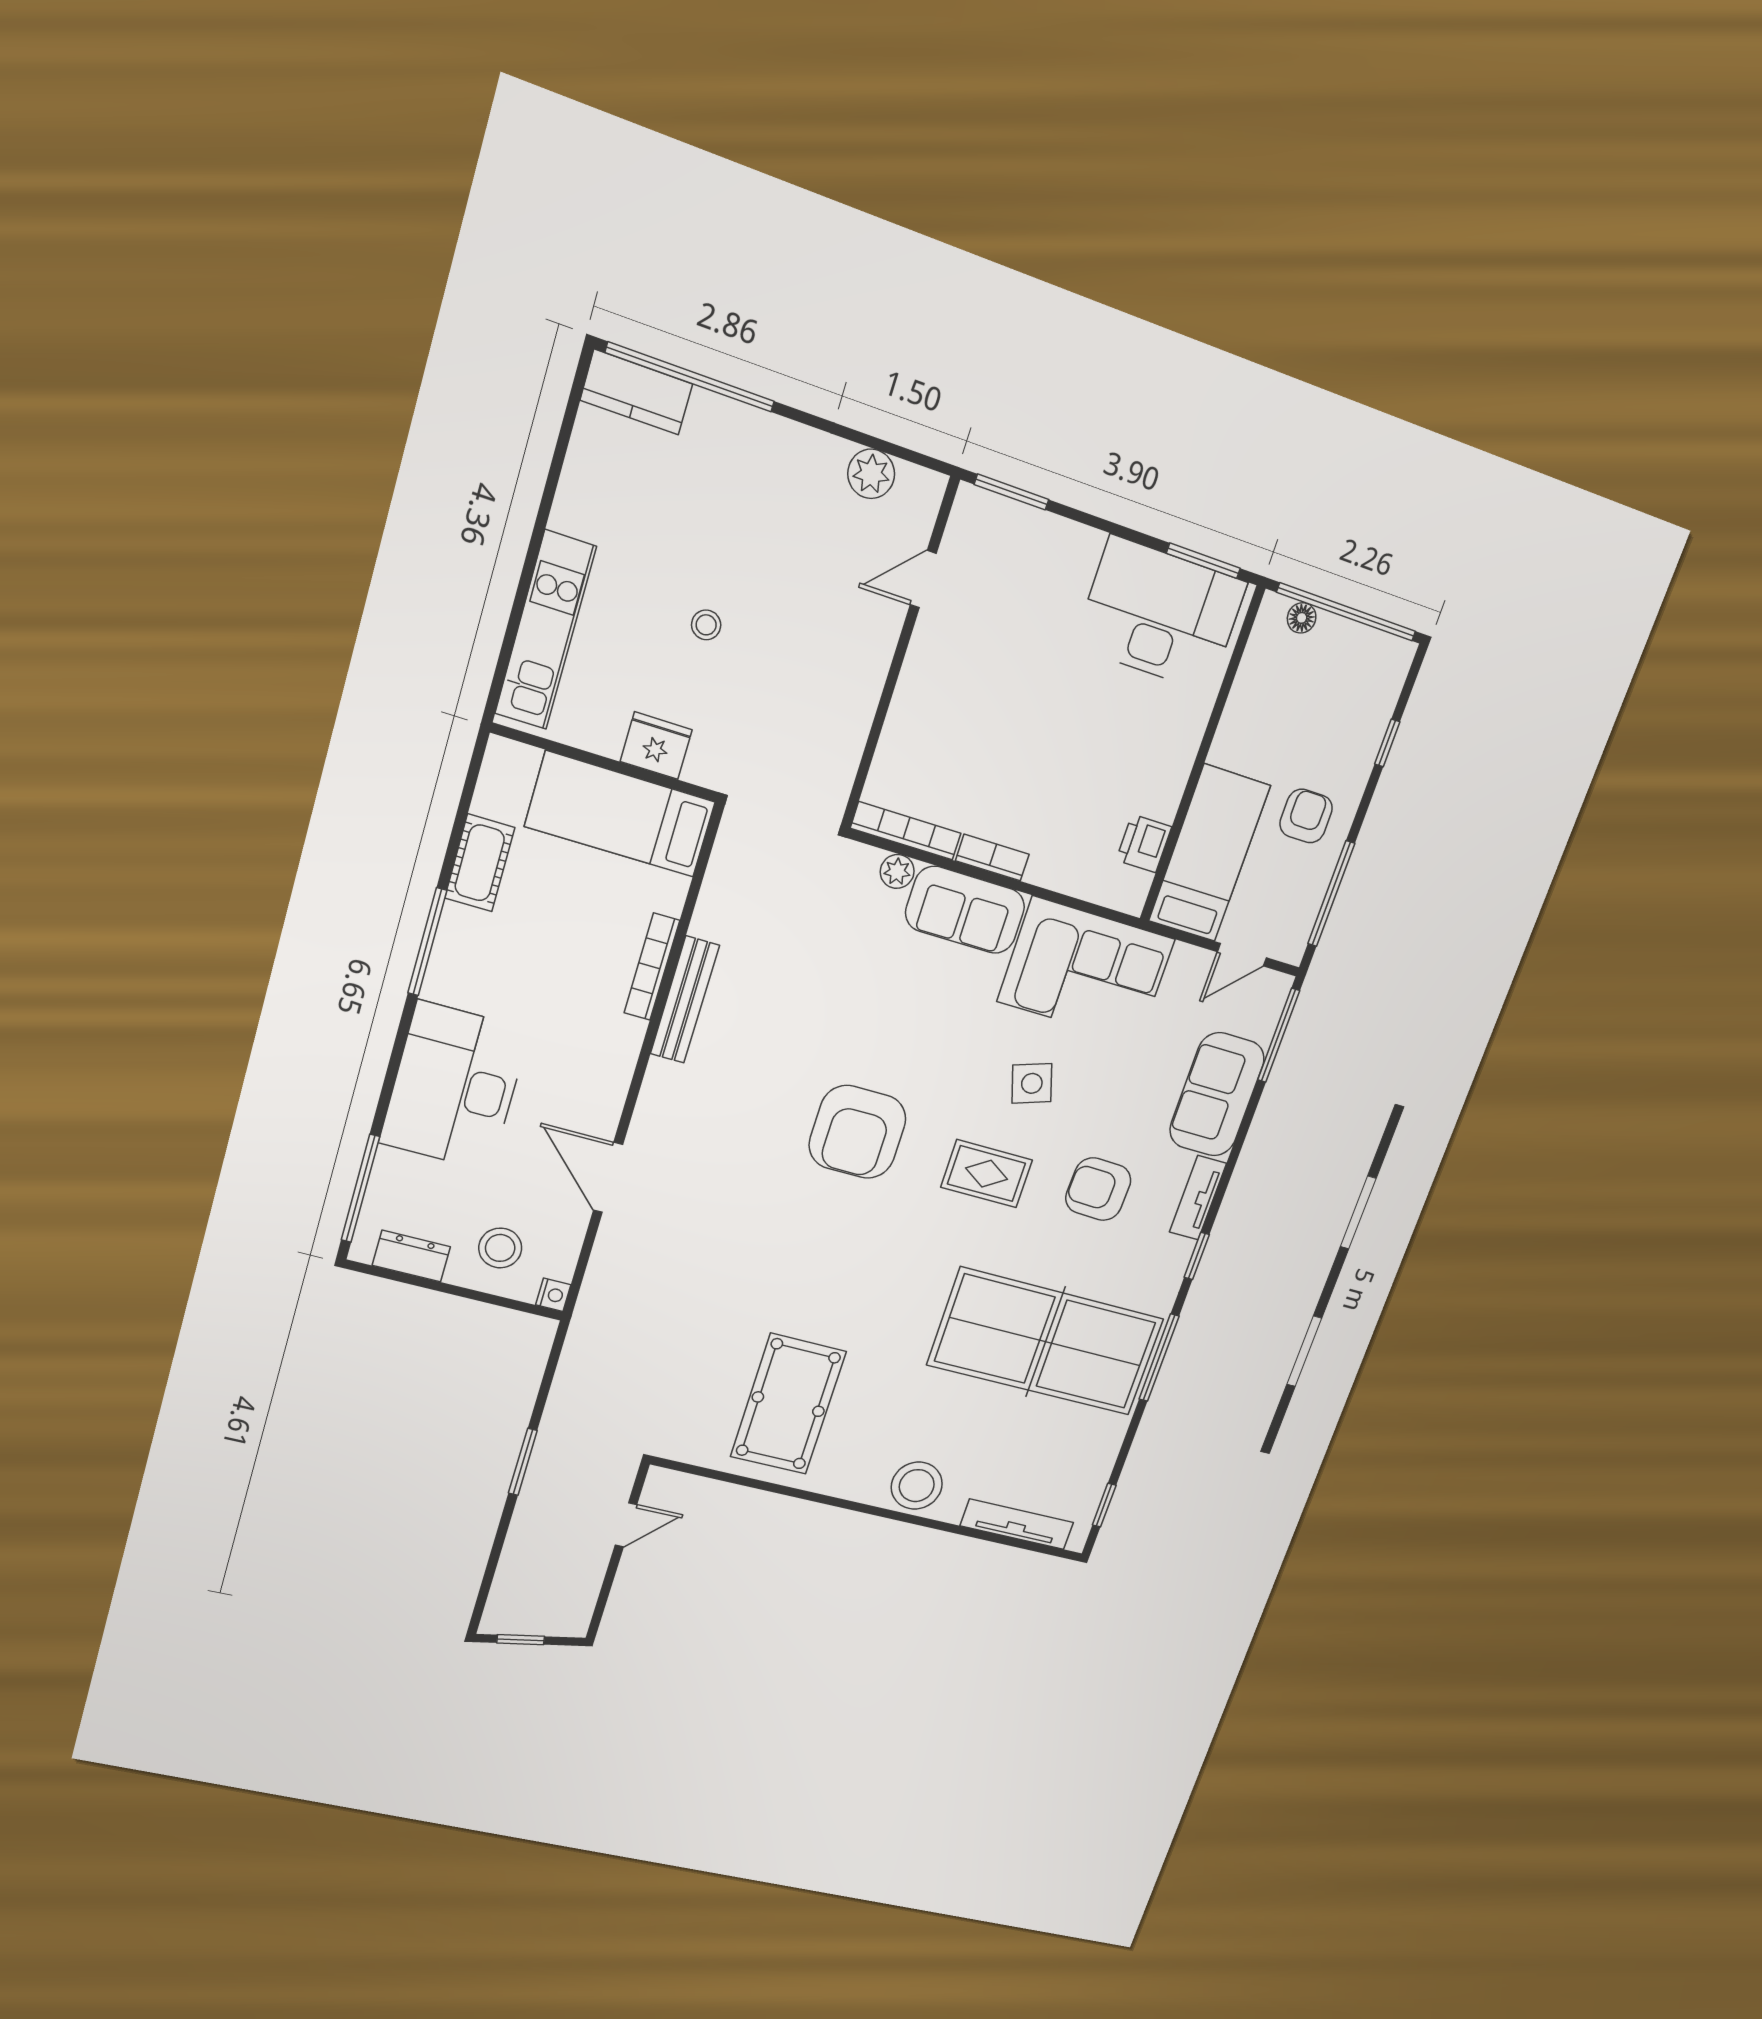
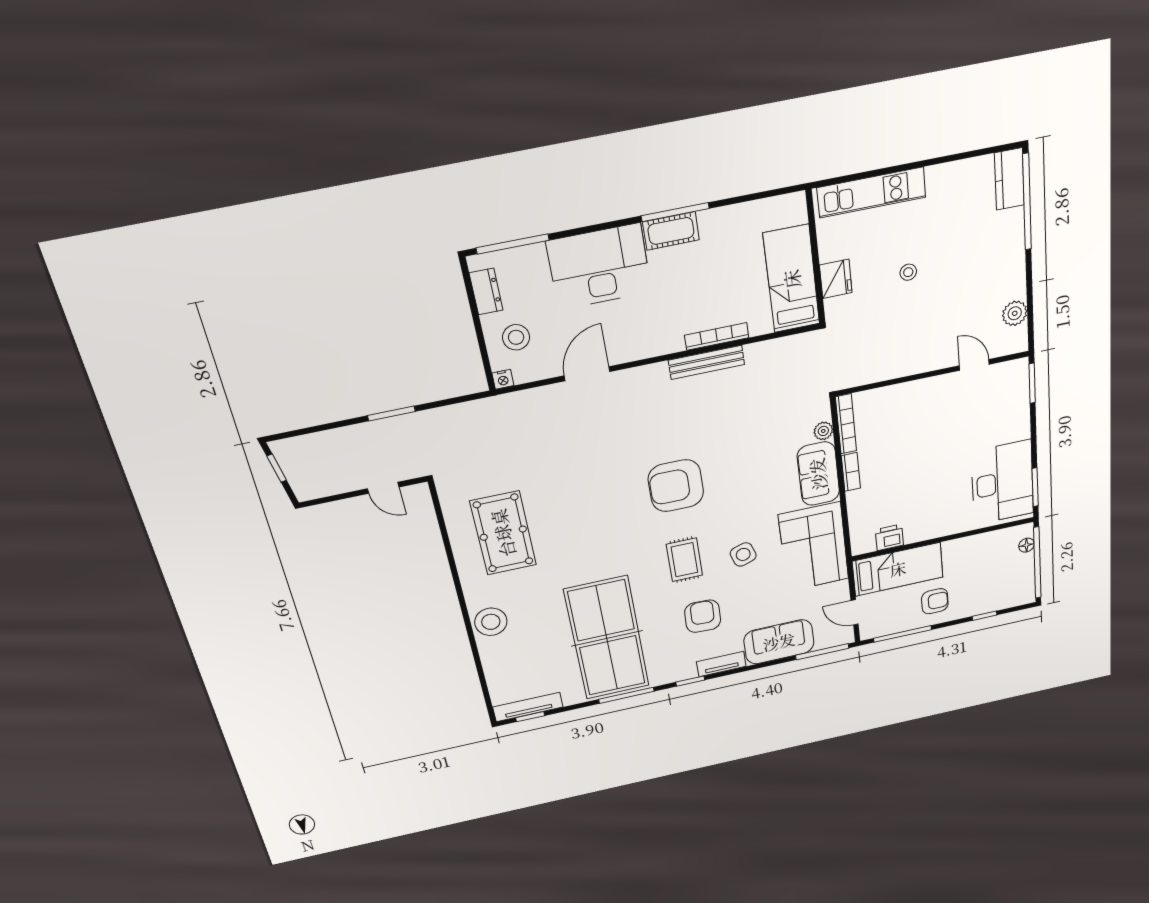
cot: (480, 863) -> (671, 231), moved
pool table: (788, 1404) -> (503, 533), turned 90
tv unit: (1017, 1524) -> (528, 707), moved, turned -90

